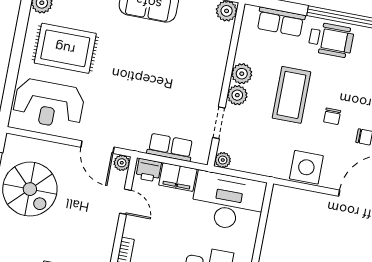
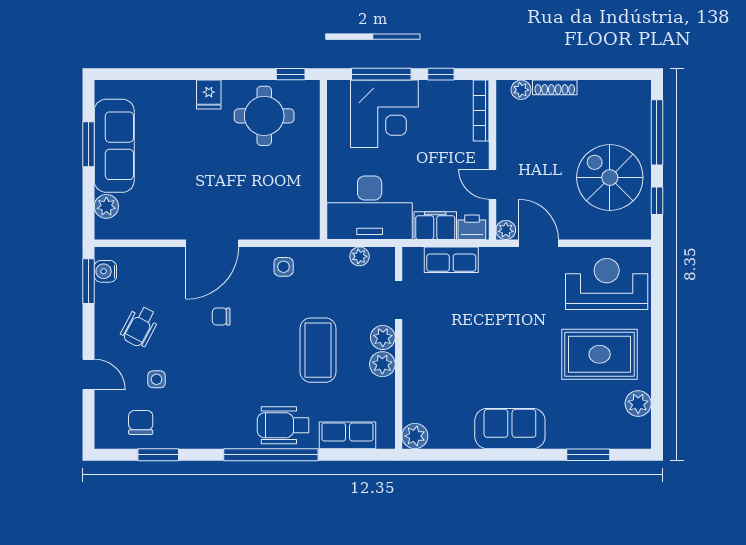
chair: (332, 116) -> (264, 334), removed
plant: (223, 160) -> (360, 256), moved
side table: (306, 167) -> (284, 267), width x0.54, depth x0.54

